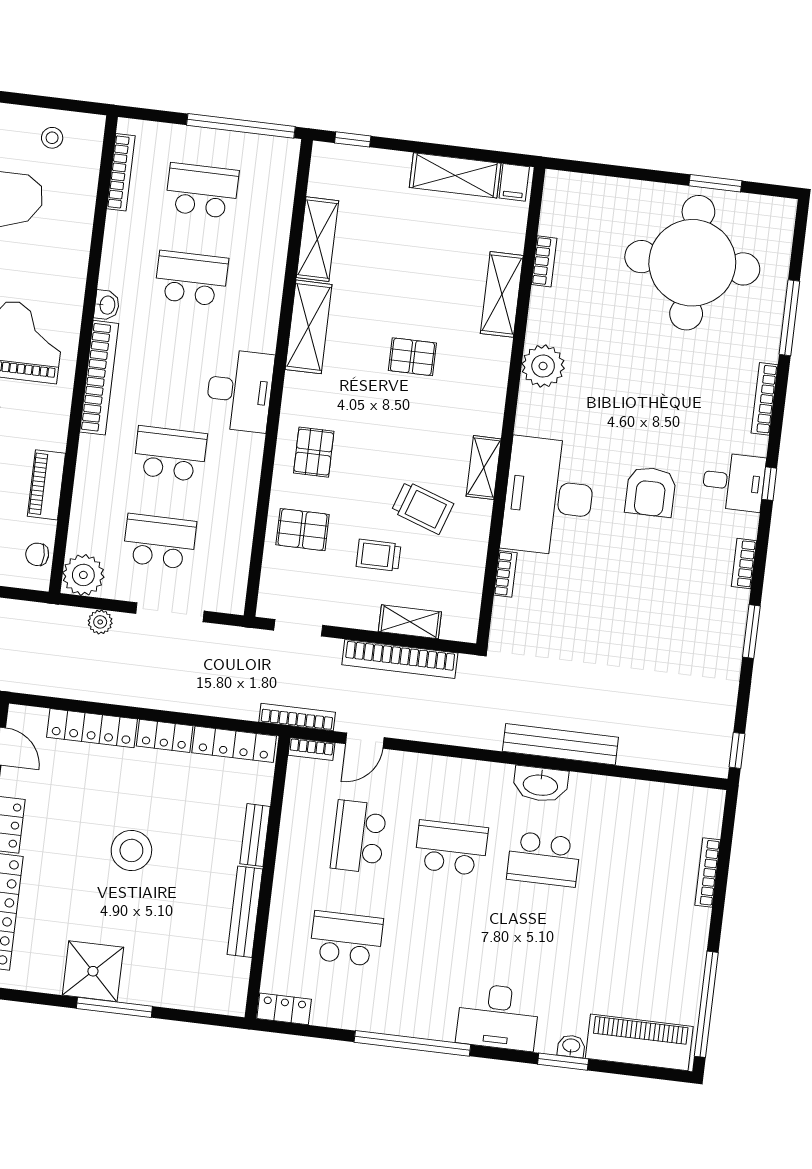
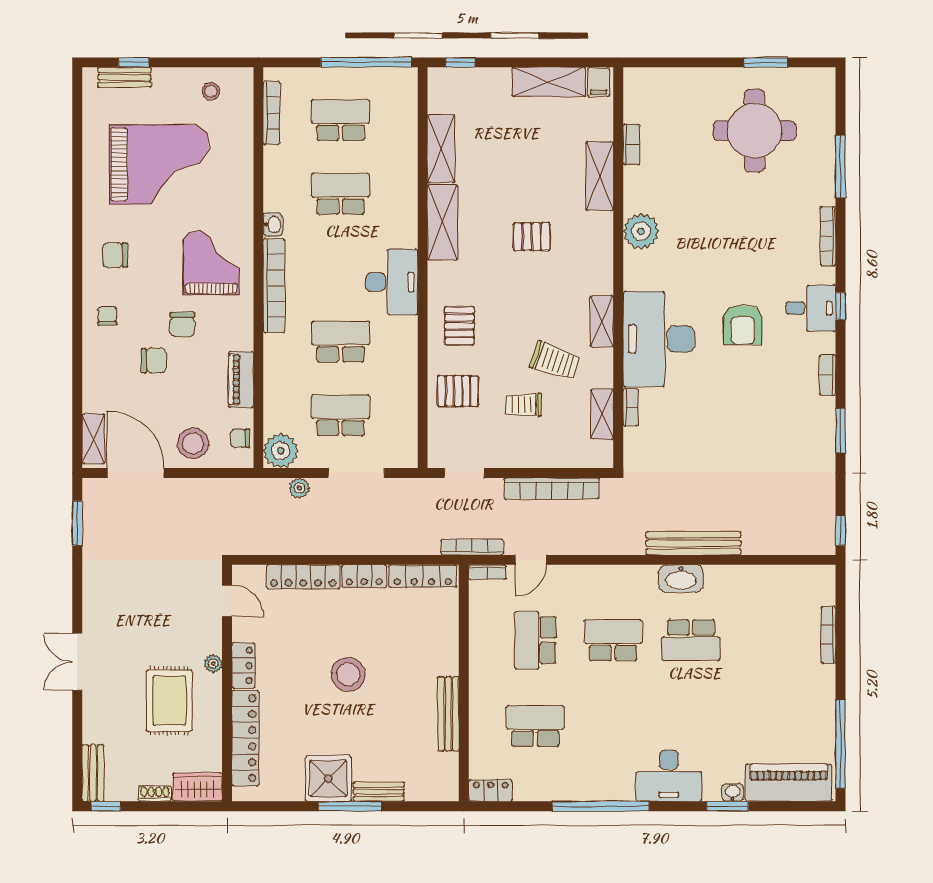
round table: (692, 263) -> (754, 131), width x0.73, depth x0.73
shelving: (410, 622) -> (602, 414), moved, turned 90
bench: (255, 835) -> (379, 792), moved, turned 90

